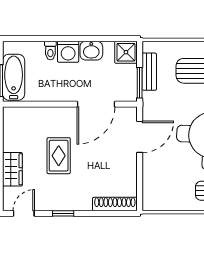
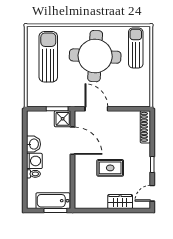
shower: (126, 52) -> (63, 119), moved
bench: (149, 72) -> (49, 102), removed
door: (24, 213) -> (152, 193), hinge flipped

